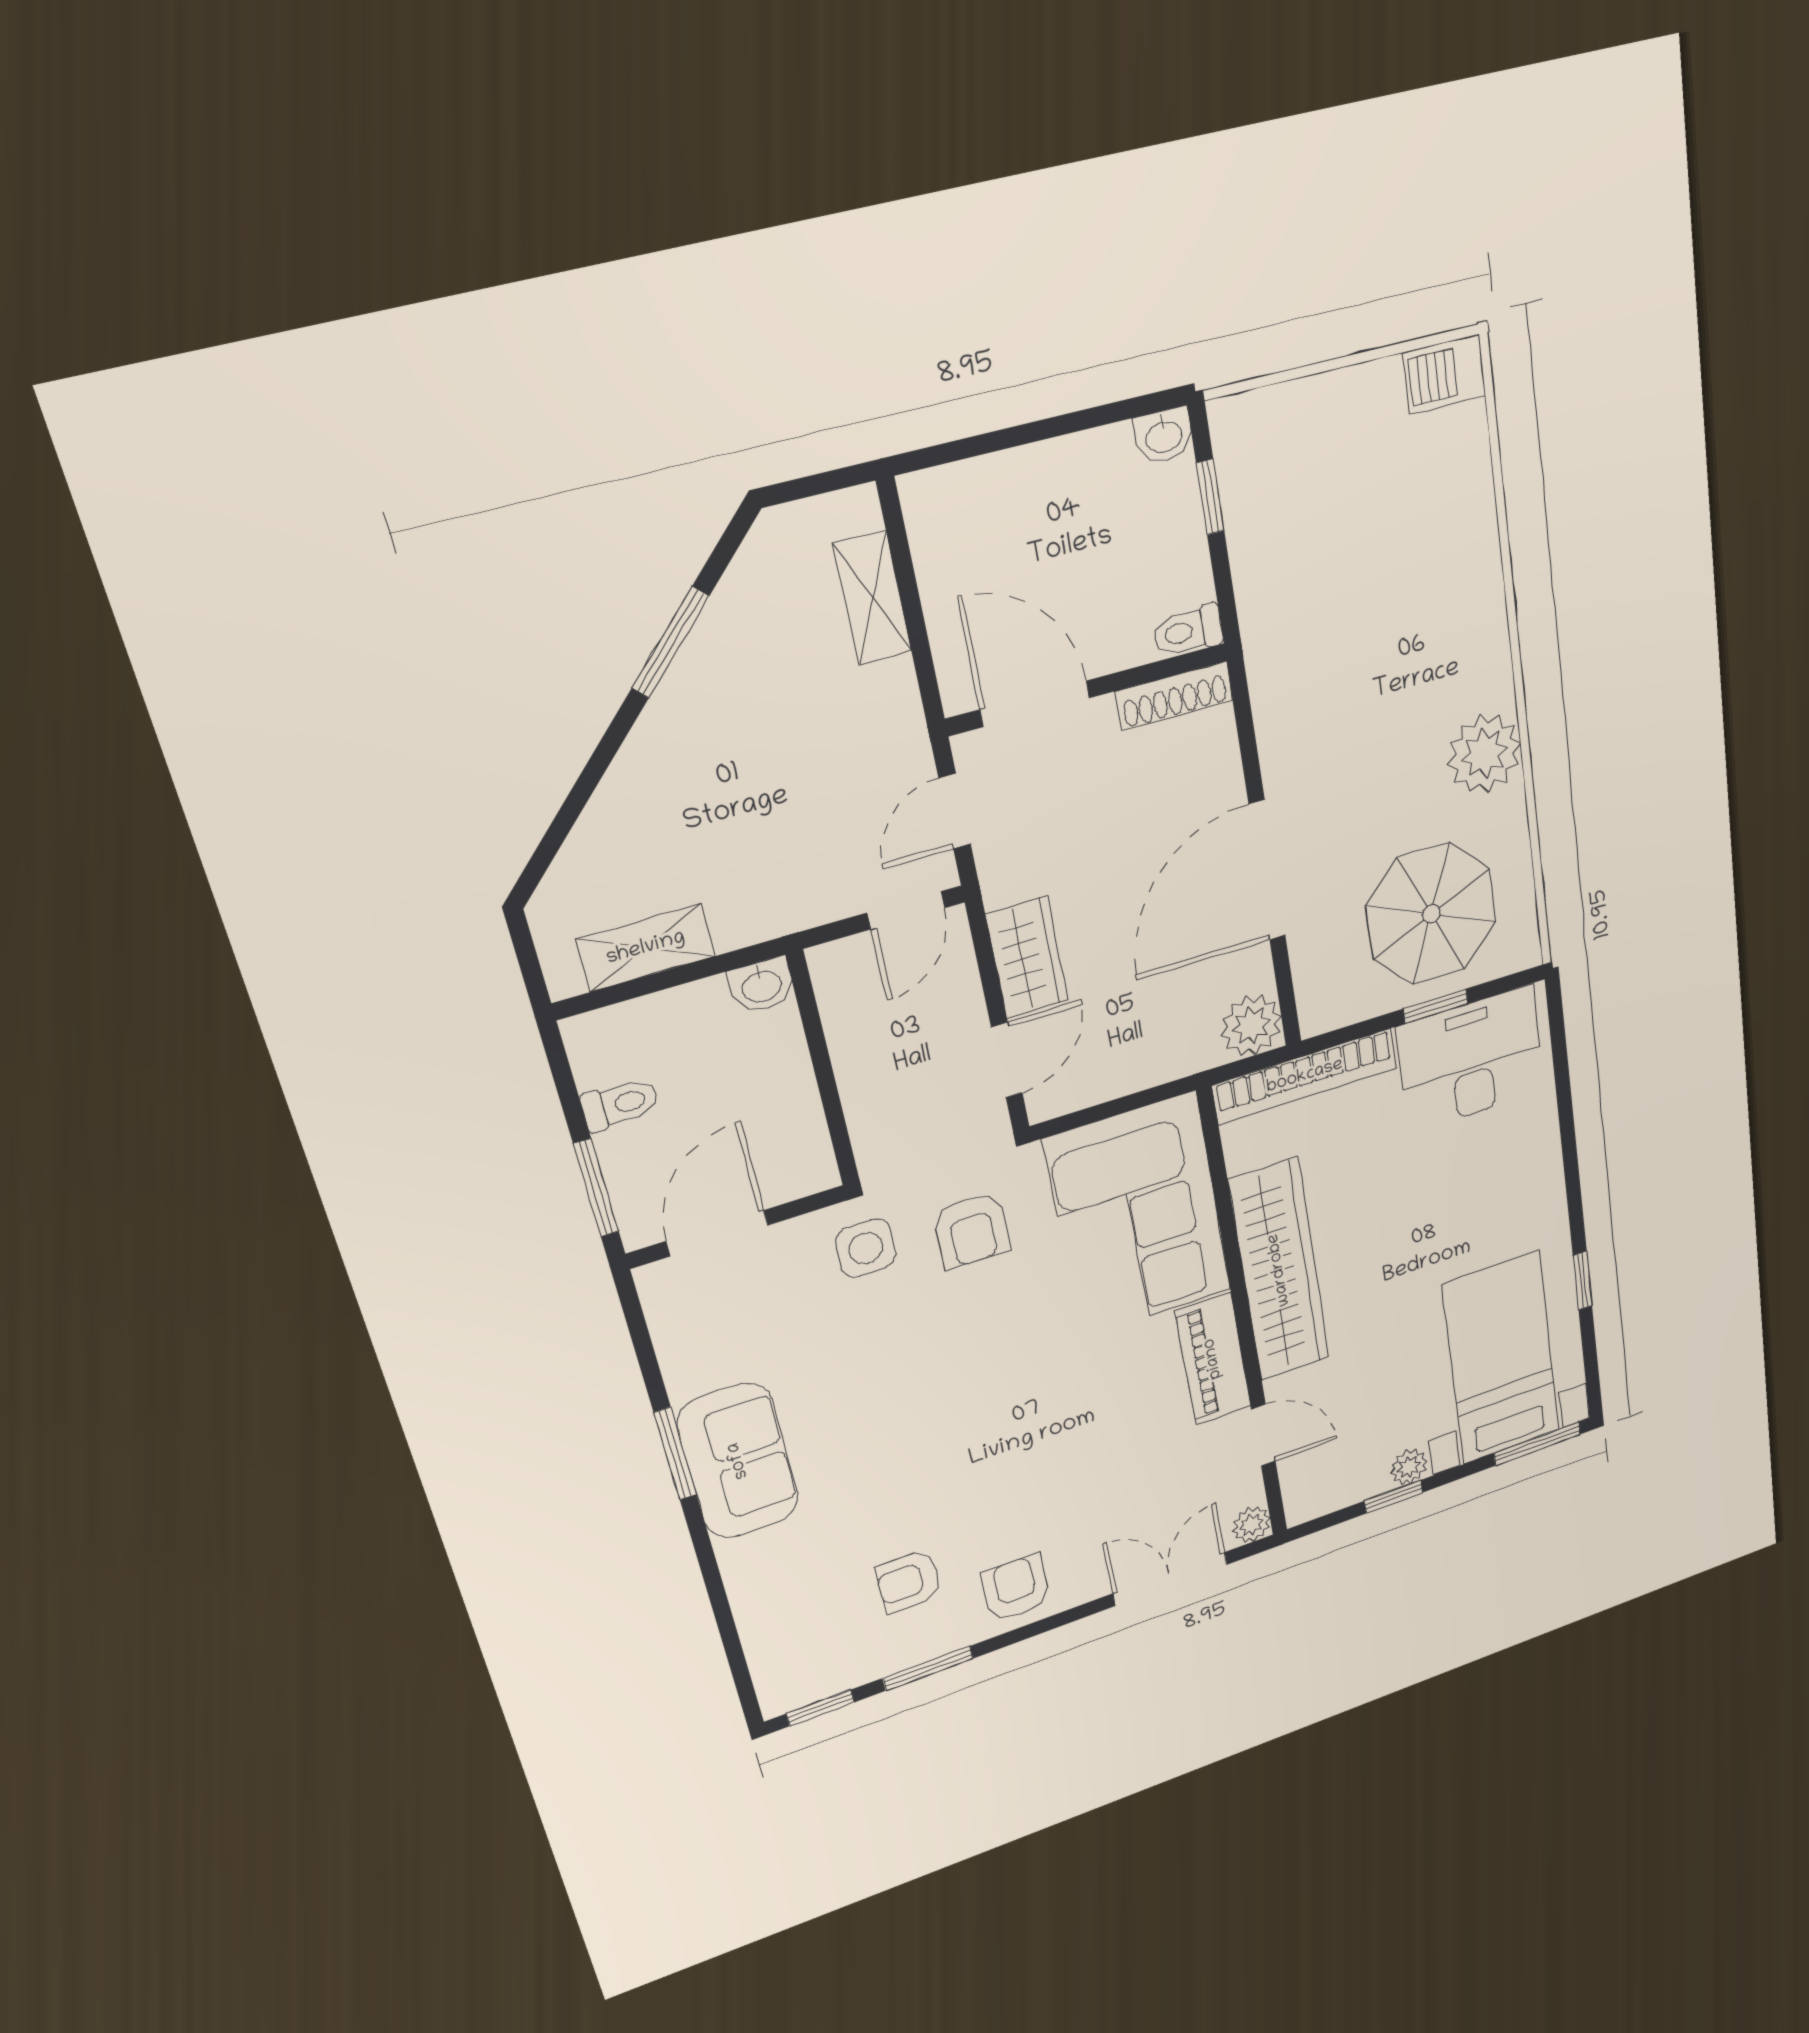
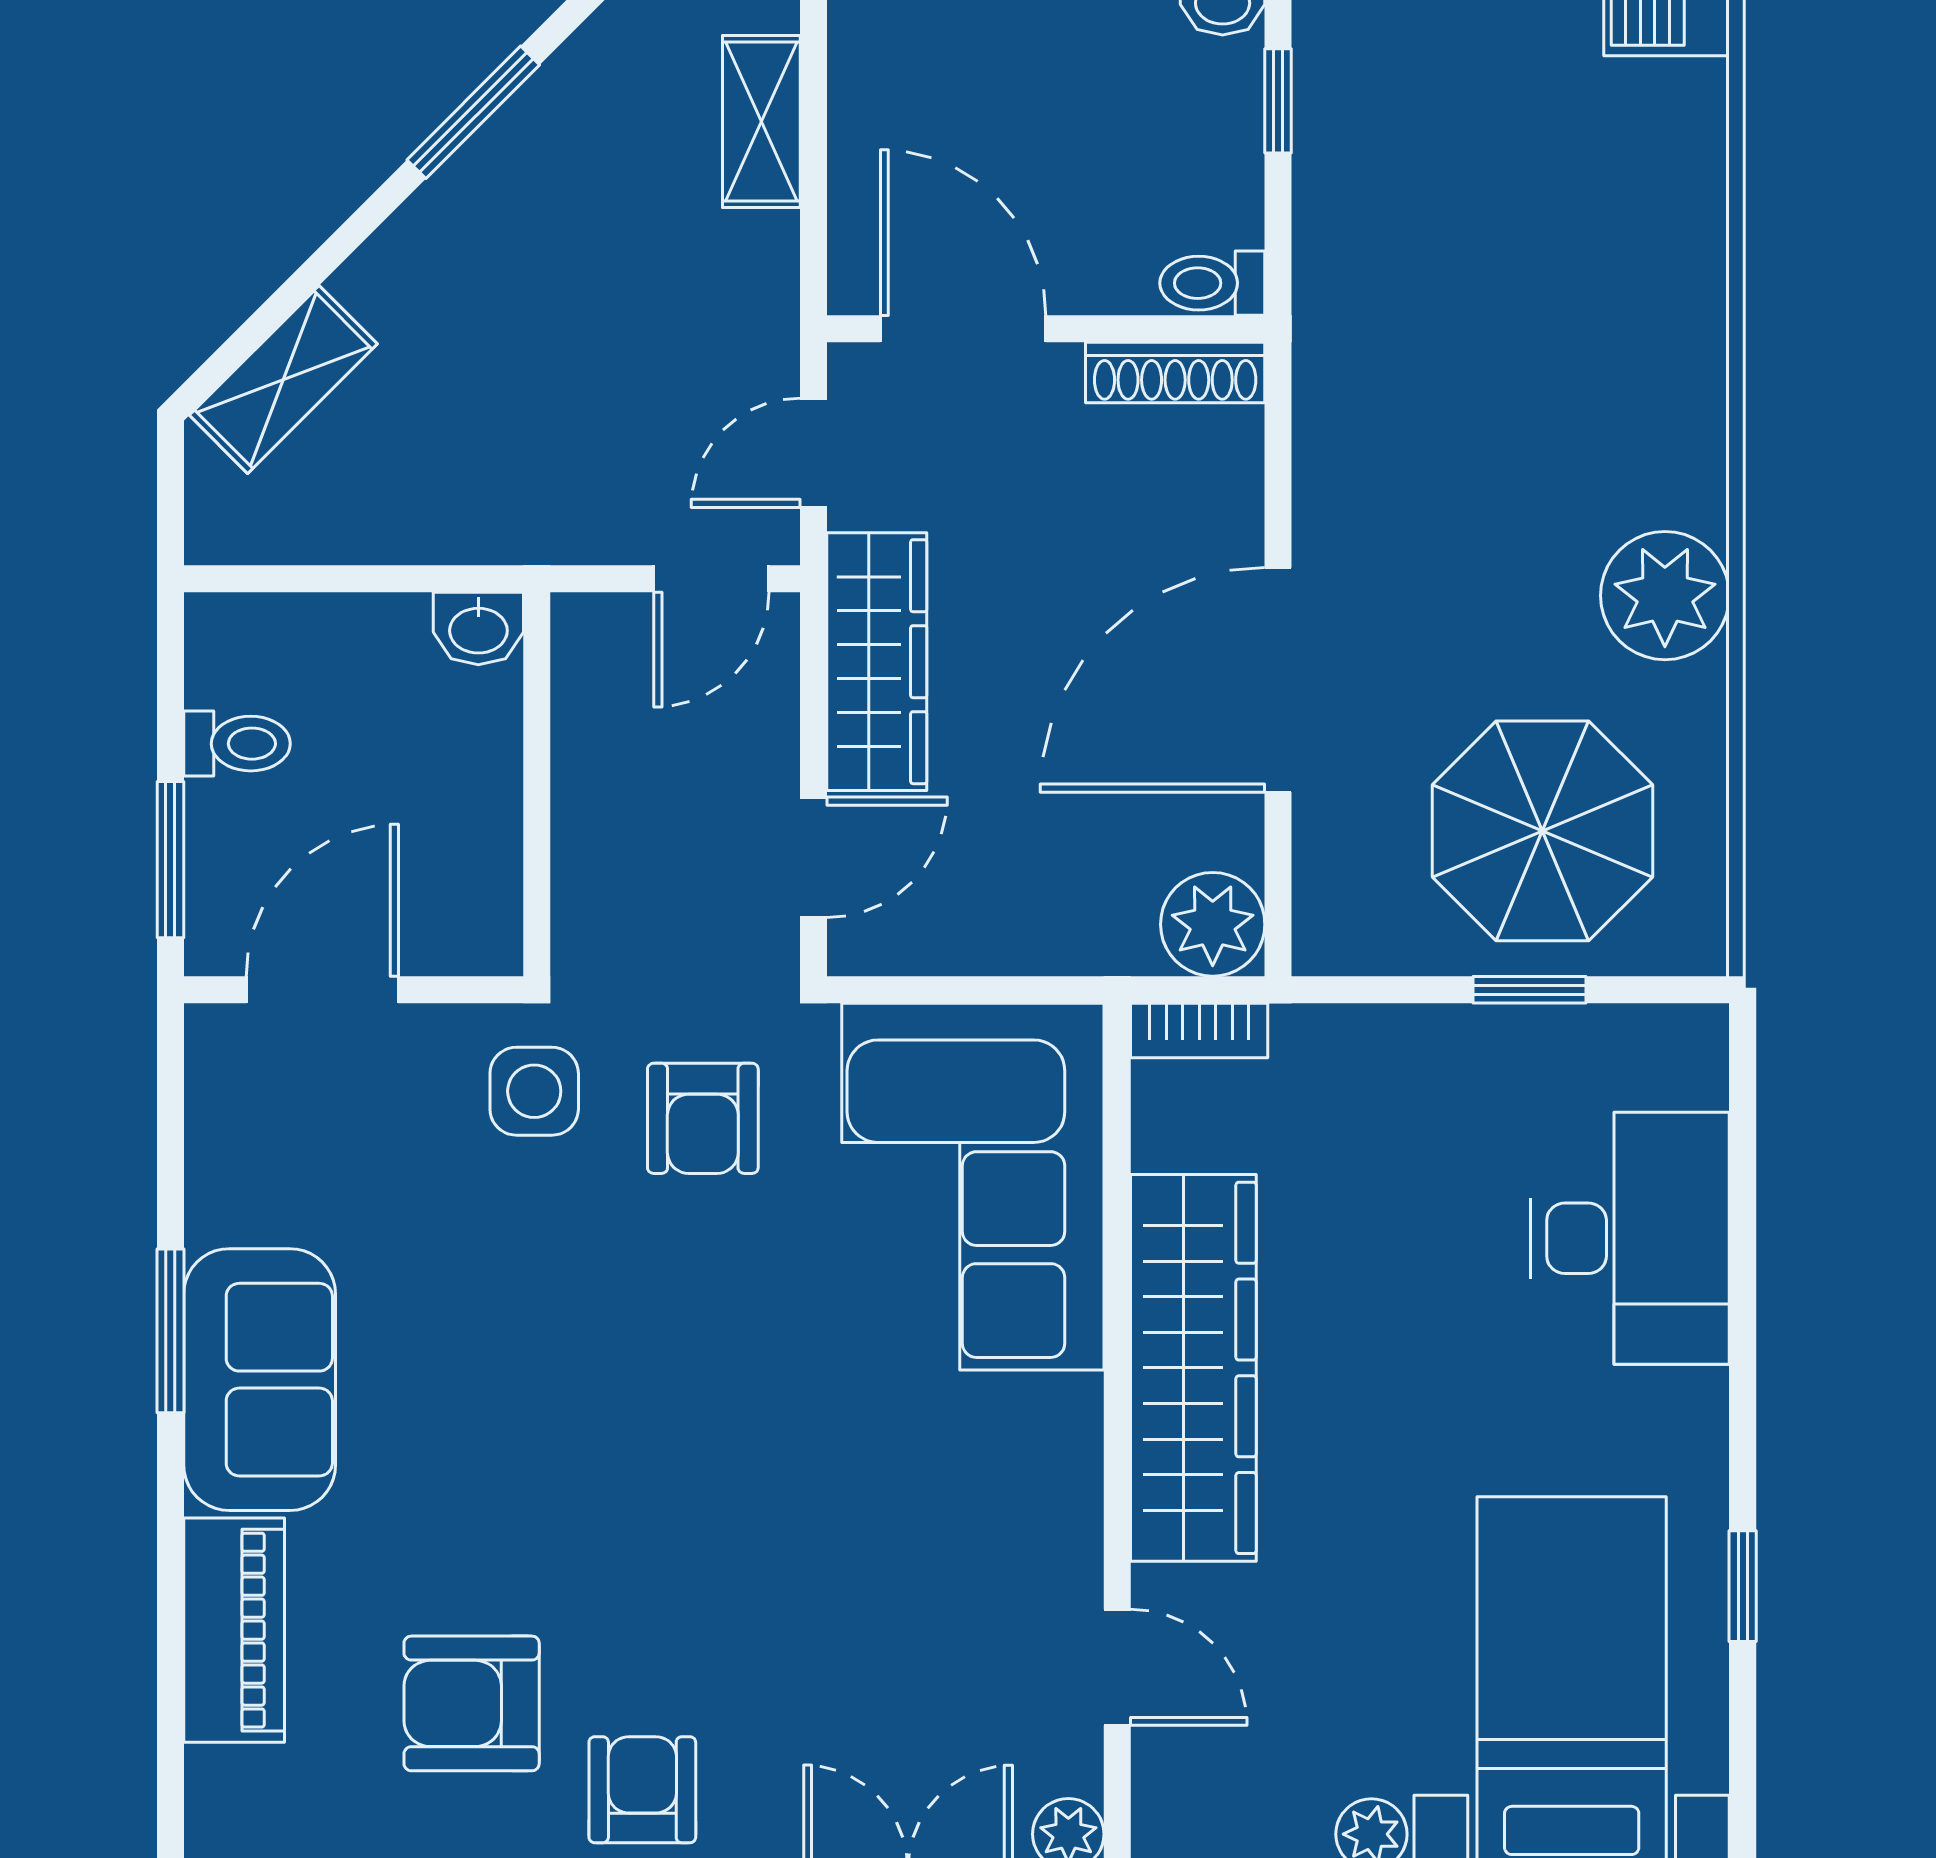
shelving: (646, 948) -> (283, 380), moved, turned -45
wardrobe: (1027, 957) -> (877, 662), width x1.50
desk: (1471, 1059) -> (1630, 1238), moved, turned 90
bookcase: (1305, 1076) -> (1199, 1031), width x0.43, depth x0.76
piano: (1213, 1359) -> (234, 1630), moved, turned 180
armchair: (909, 1581) -> (472, 1703), width x1.38, depth x1.38

